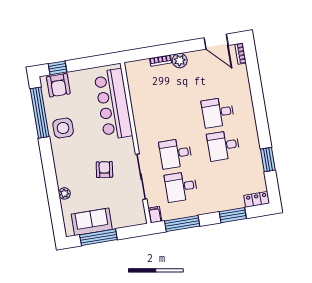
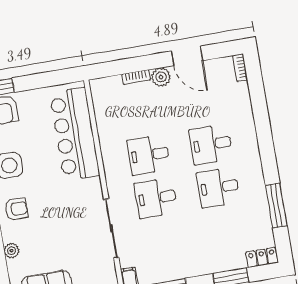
door: (216, 42) -> (187, 56), moved
window: (268, 160) -> (276, 206), width x1.44
armchair: (104, 170) -> (16, 209), moved, turned 82
desk: (181, 187) -> (149, 155), moved

